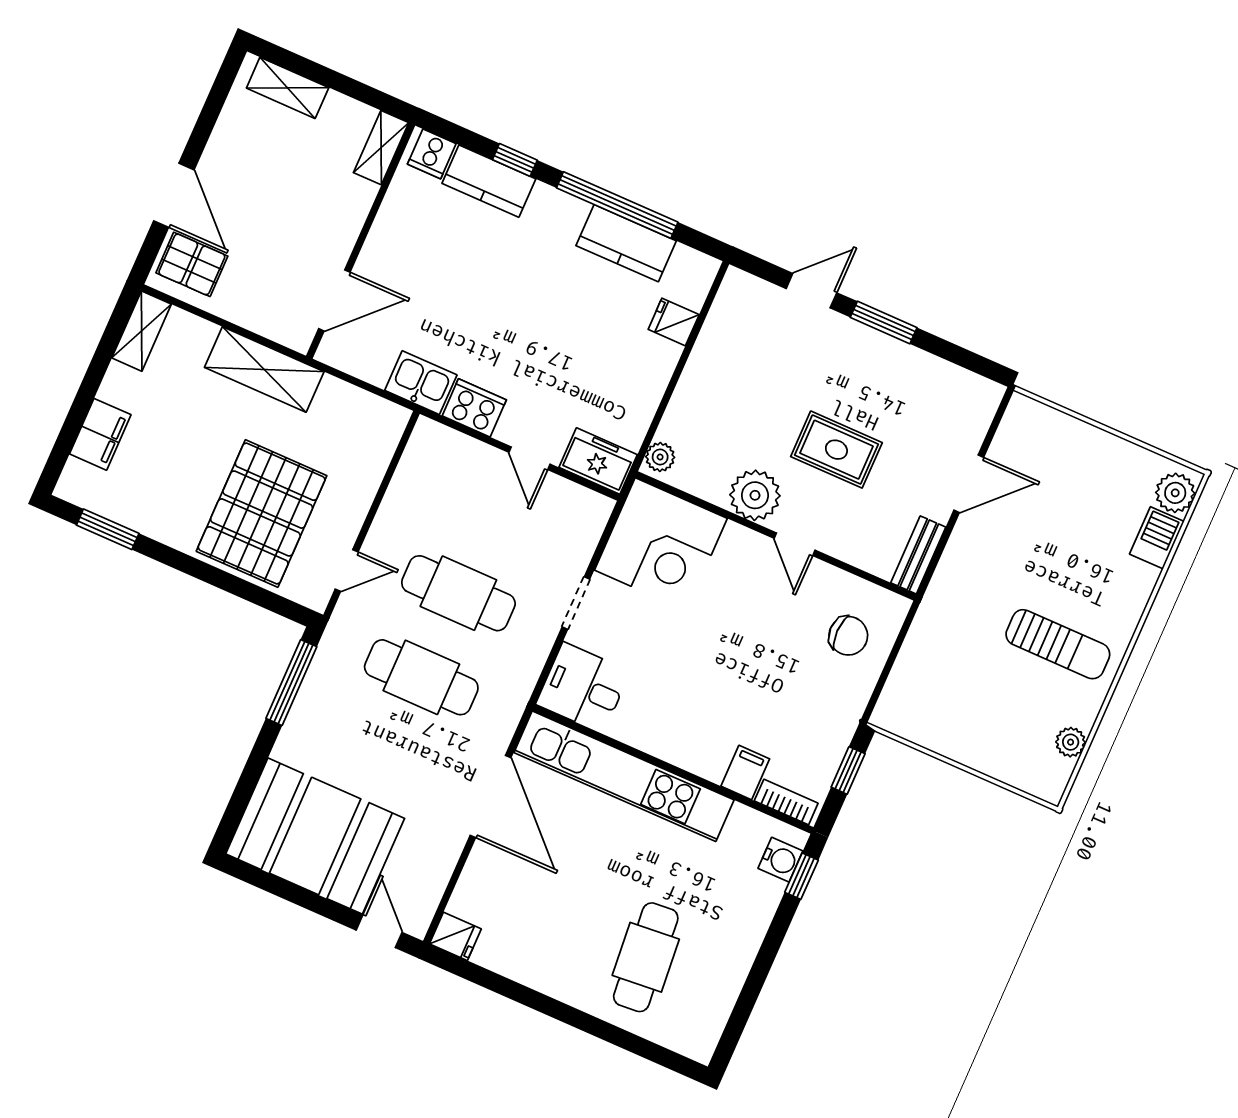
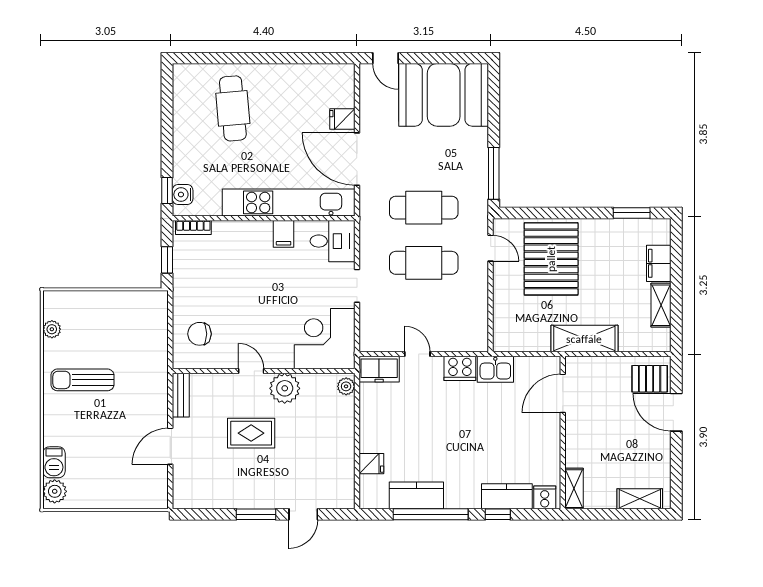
shelving: (142, 331) -> (661, 305), moved
door: (347, 571) -> (491, 248), swing flipped
filing cabinet: (745, 772) -> (284, 234), moved
fridge: (455, 936) -> (342, 119), moved

